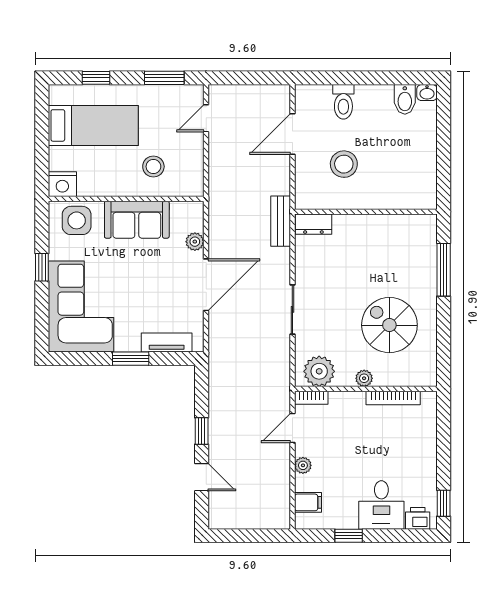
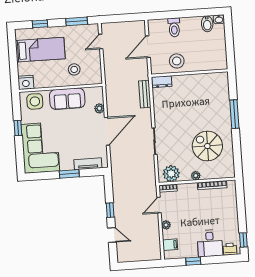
wall: (366, 212) -> (189, 73), moved
dresser: (313, 224) -> (162, 82), moved

